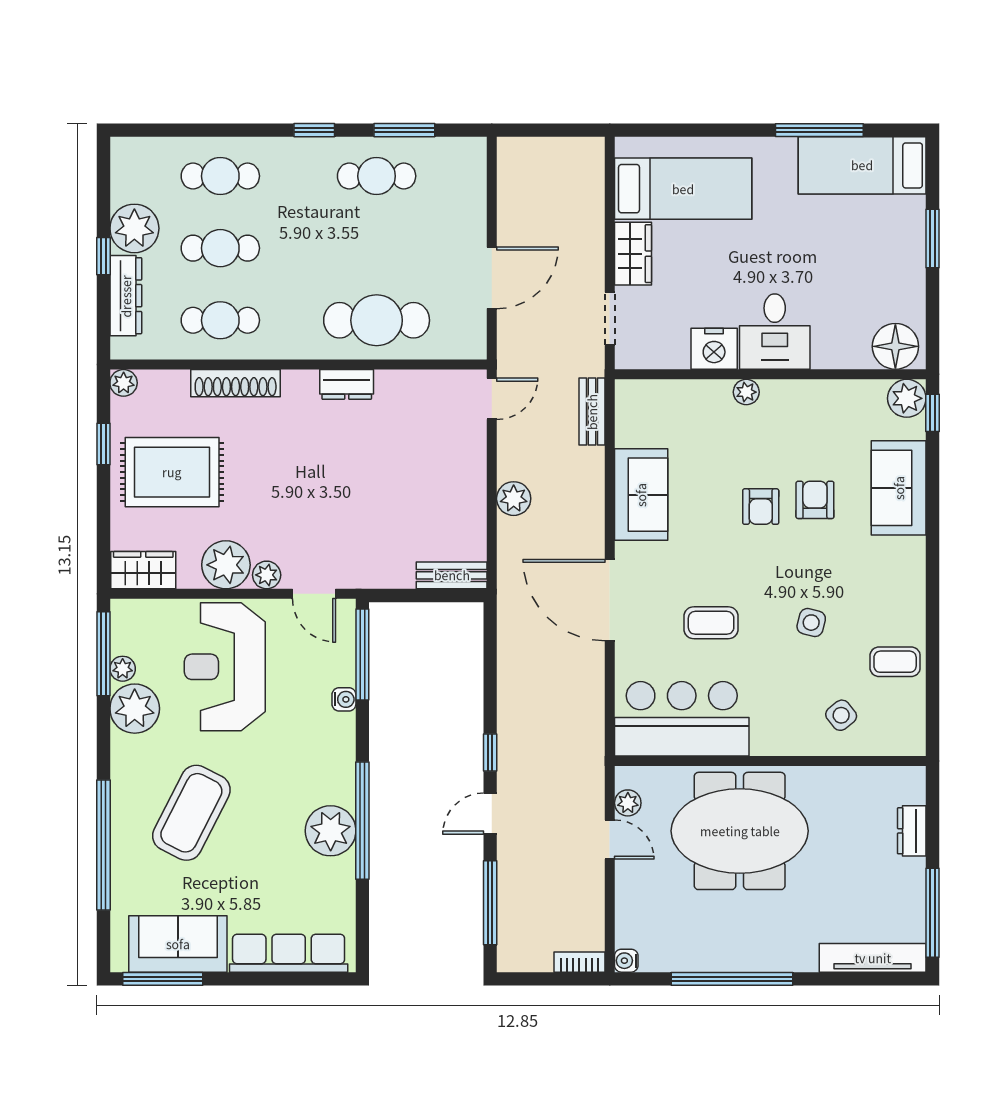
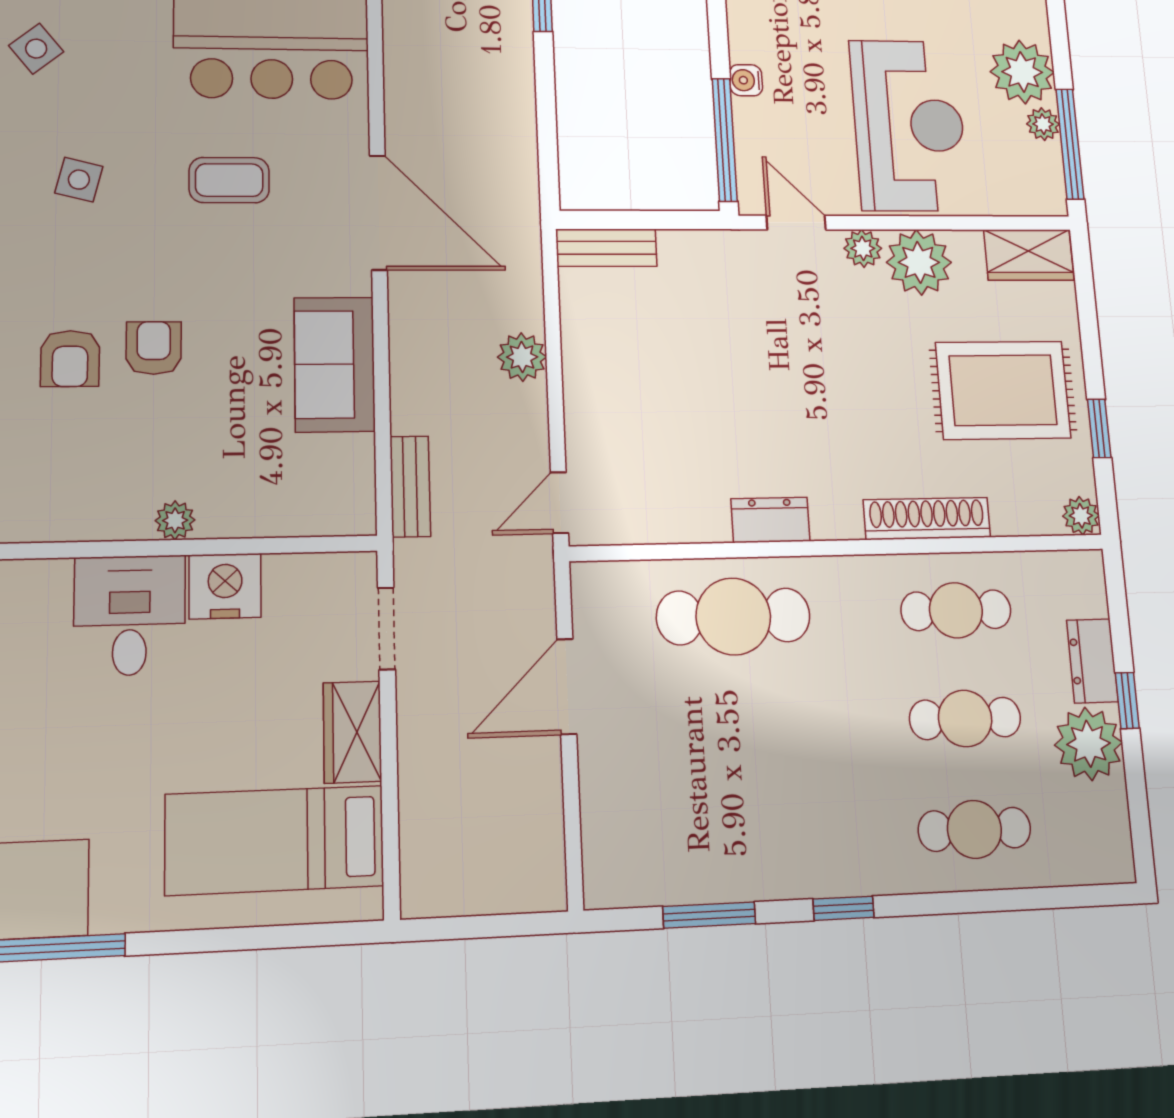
cafe table: (377, 176) -> (747, 840), removed
dresser: (126, 296) -> (1092, 661), width x0.70

